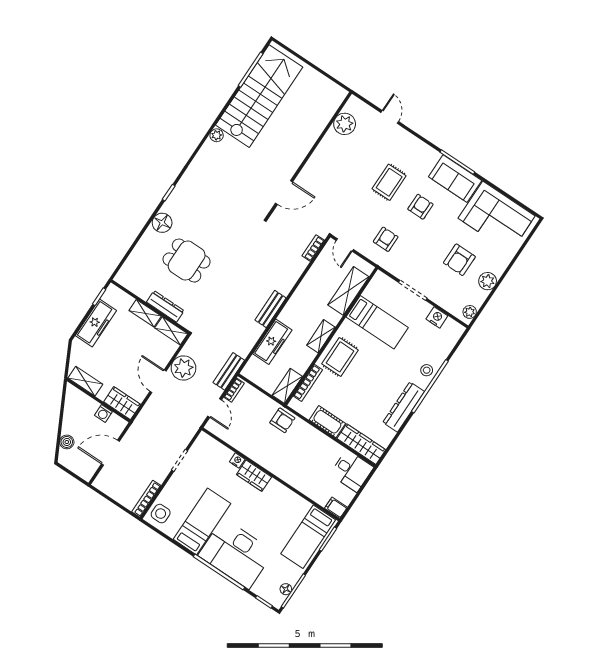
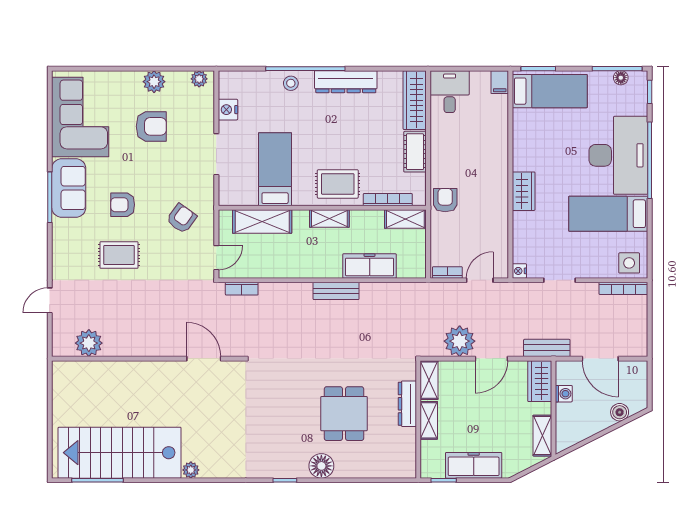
armchair: (386, 239) -> (182, 219), turned 126
bench: (229, 371) -> (547, 348), moved
nightstand: (237, 461) -> (519, 271), moved

